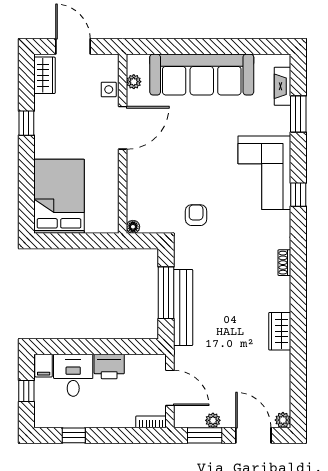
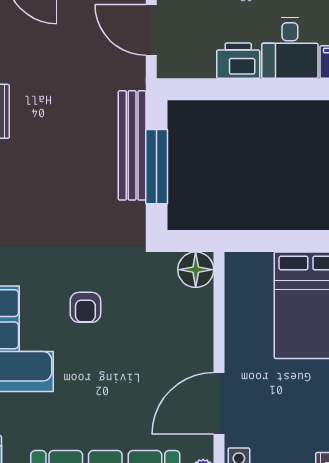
armchair: (196, 215) -> (85, 307), moved
floor lamp: (133, 227) -> (196, 270), width x1.89, depth x1.89

